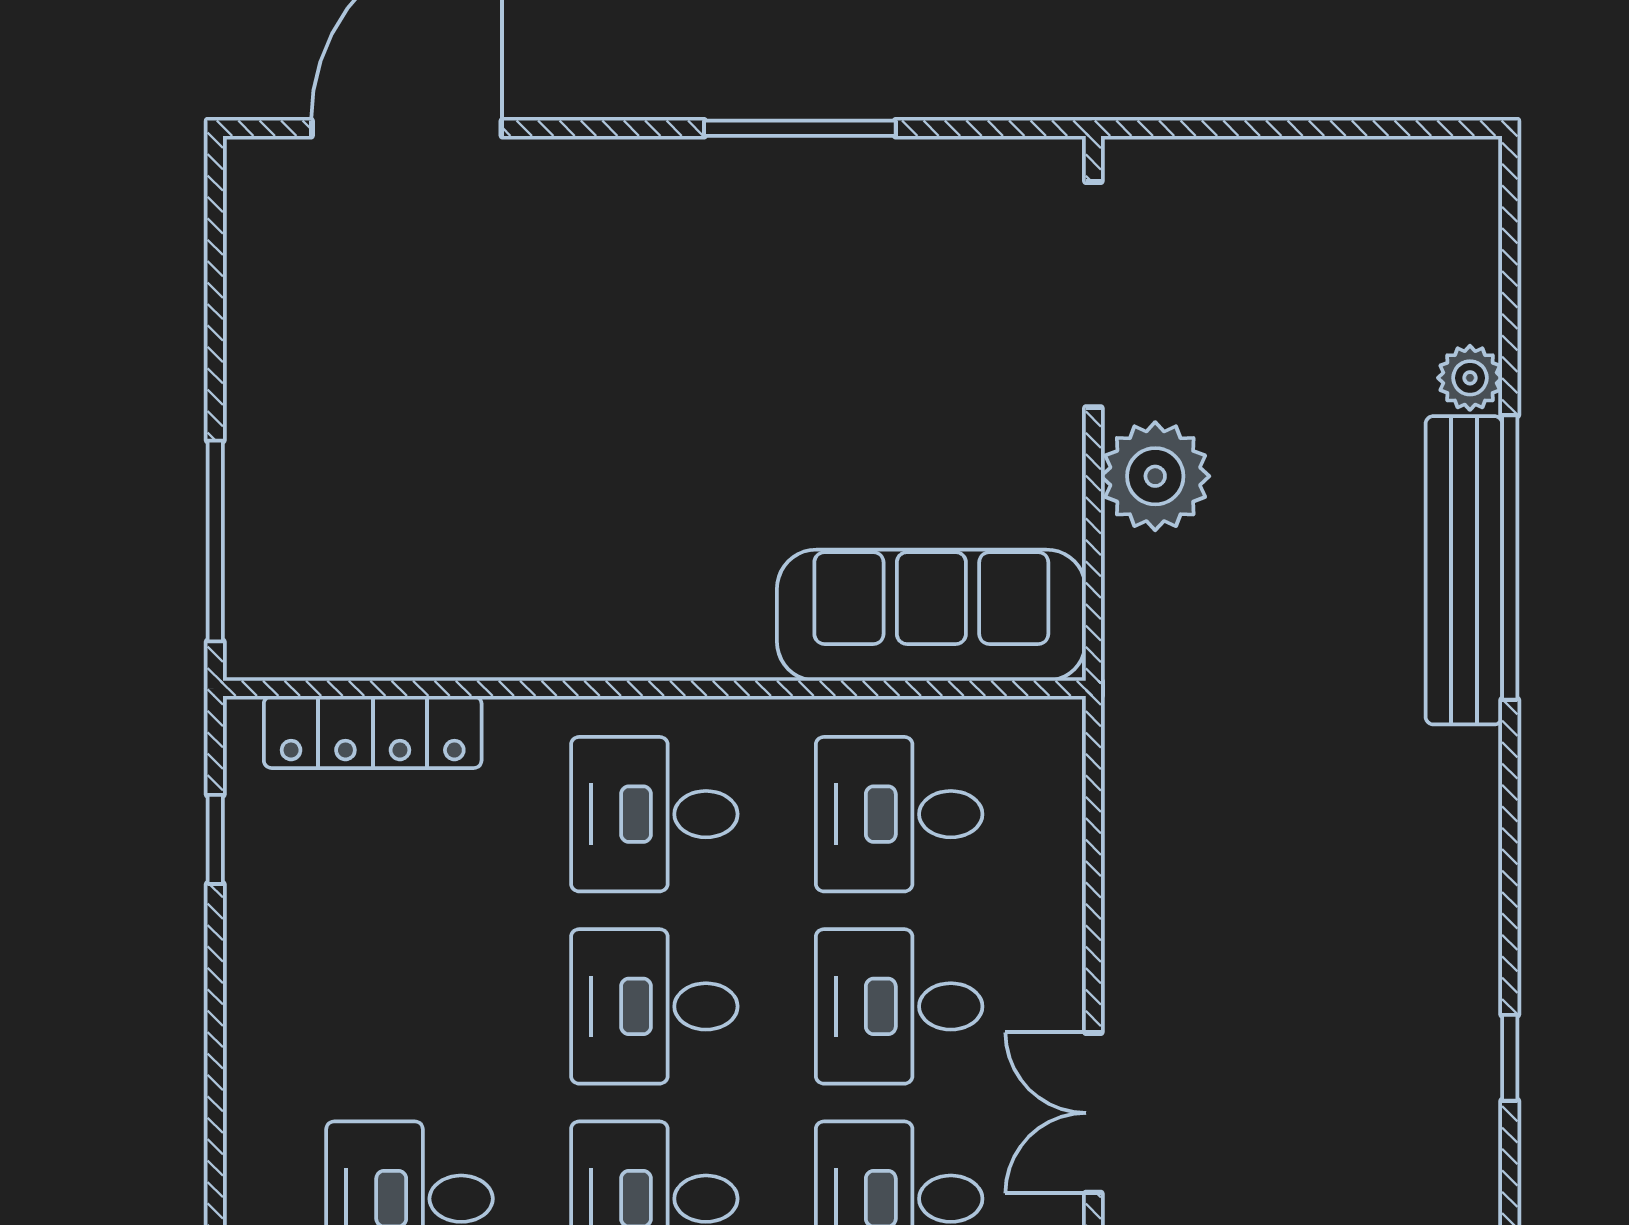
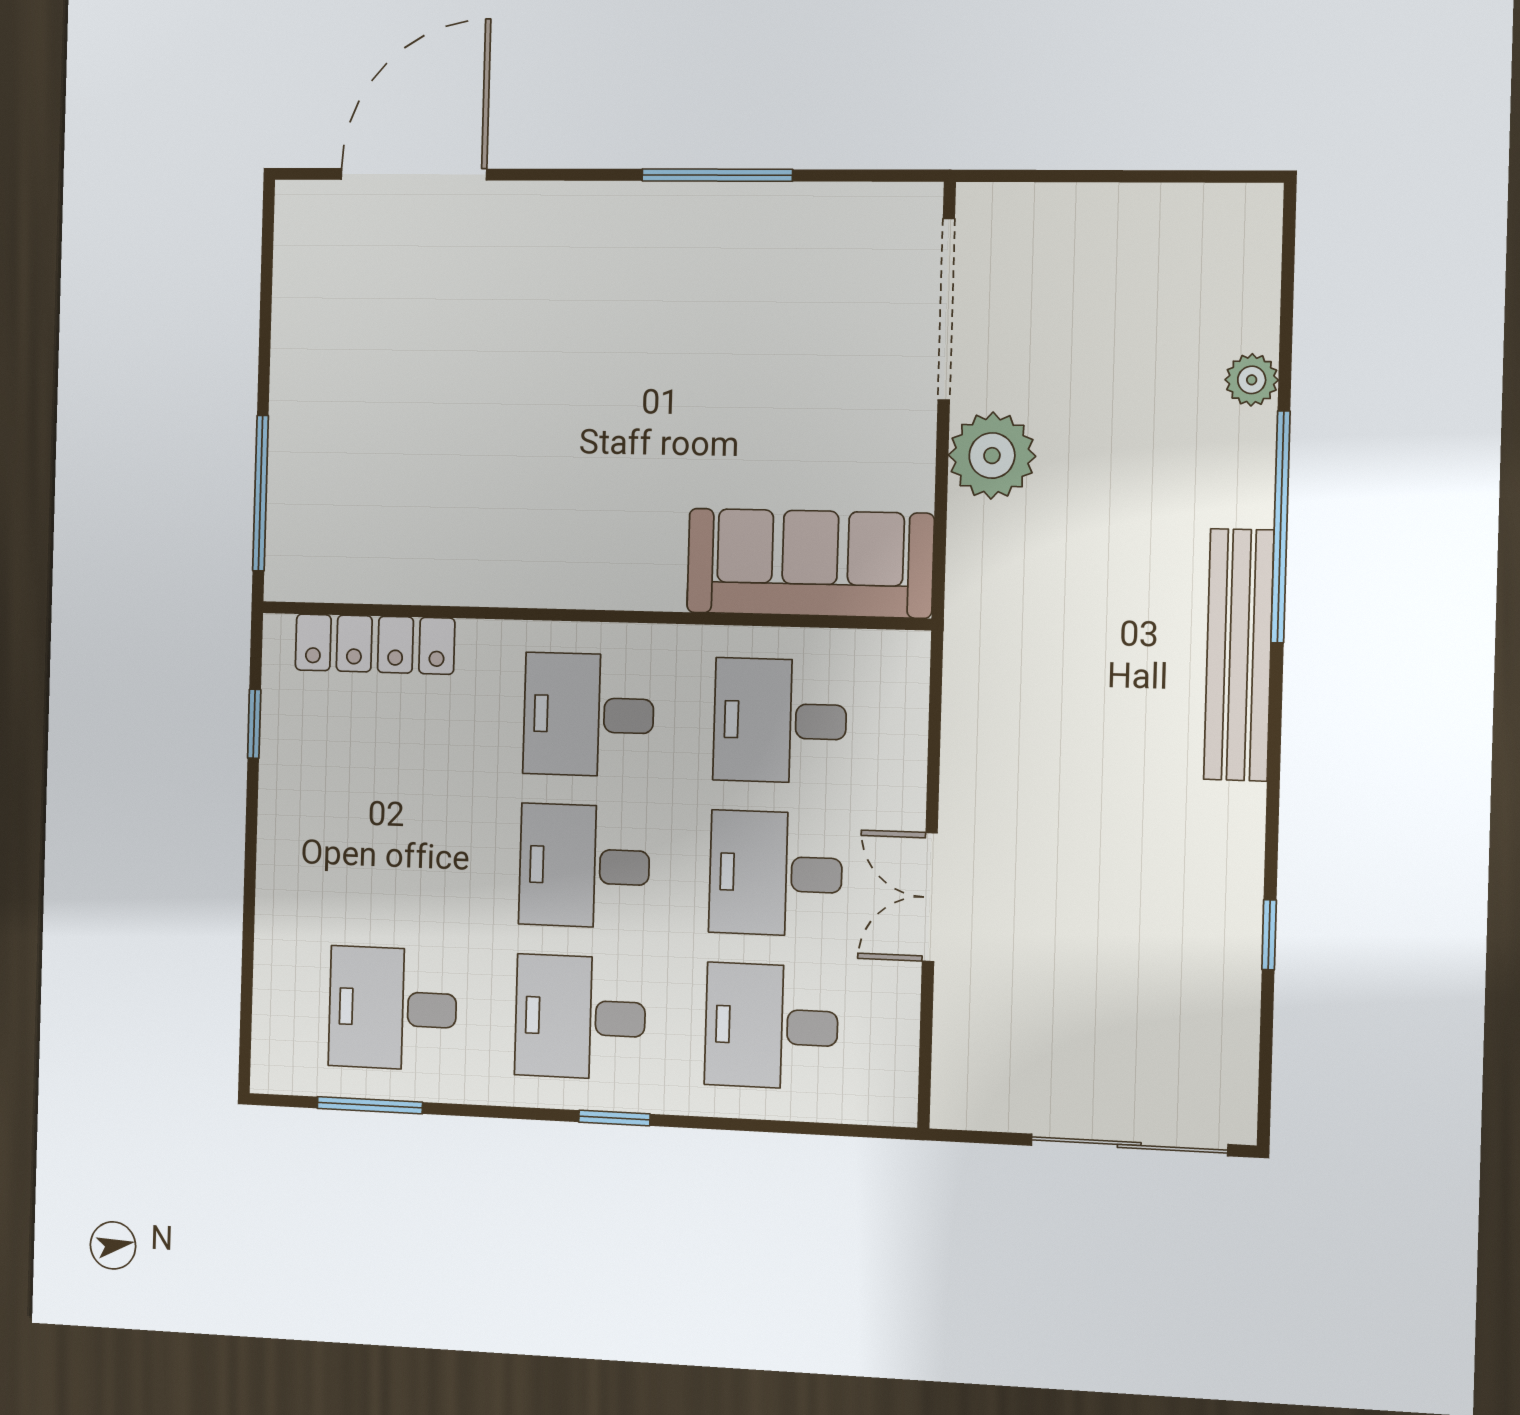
bench: (1464, 570) -> (1239, 655), moved
double door: (1093, 1113) -> (930, 897), moved

